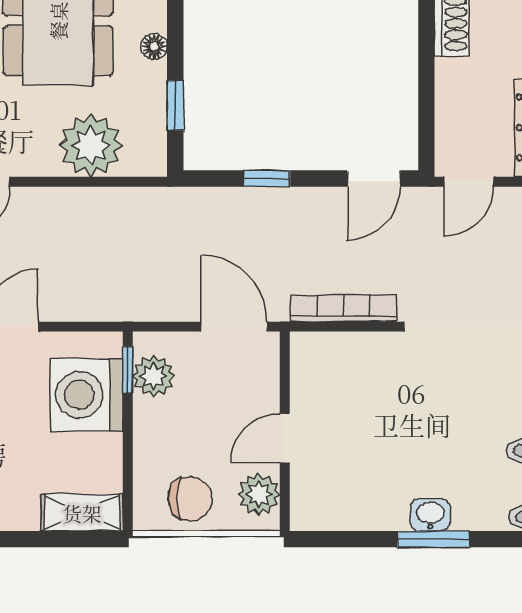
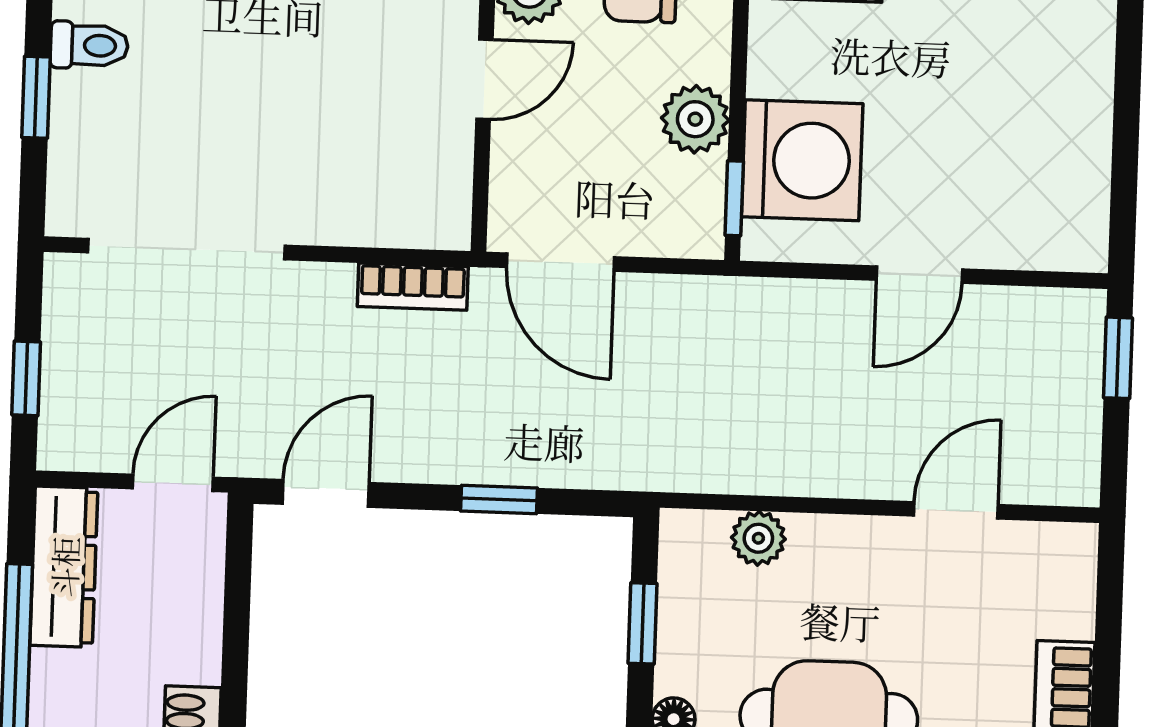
plant: (91, 146) -> (758, 538), width x0.53, depth x0.53
bookcase: (344, 308) -> (413, 287), width x0.64
plant: (154, 376) -> (695, 119), moved

